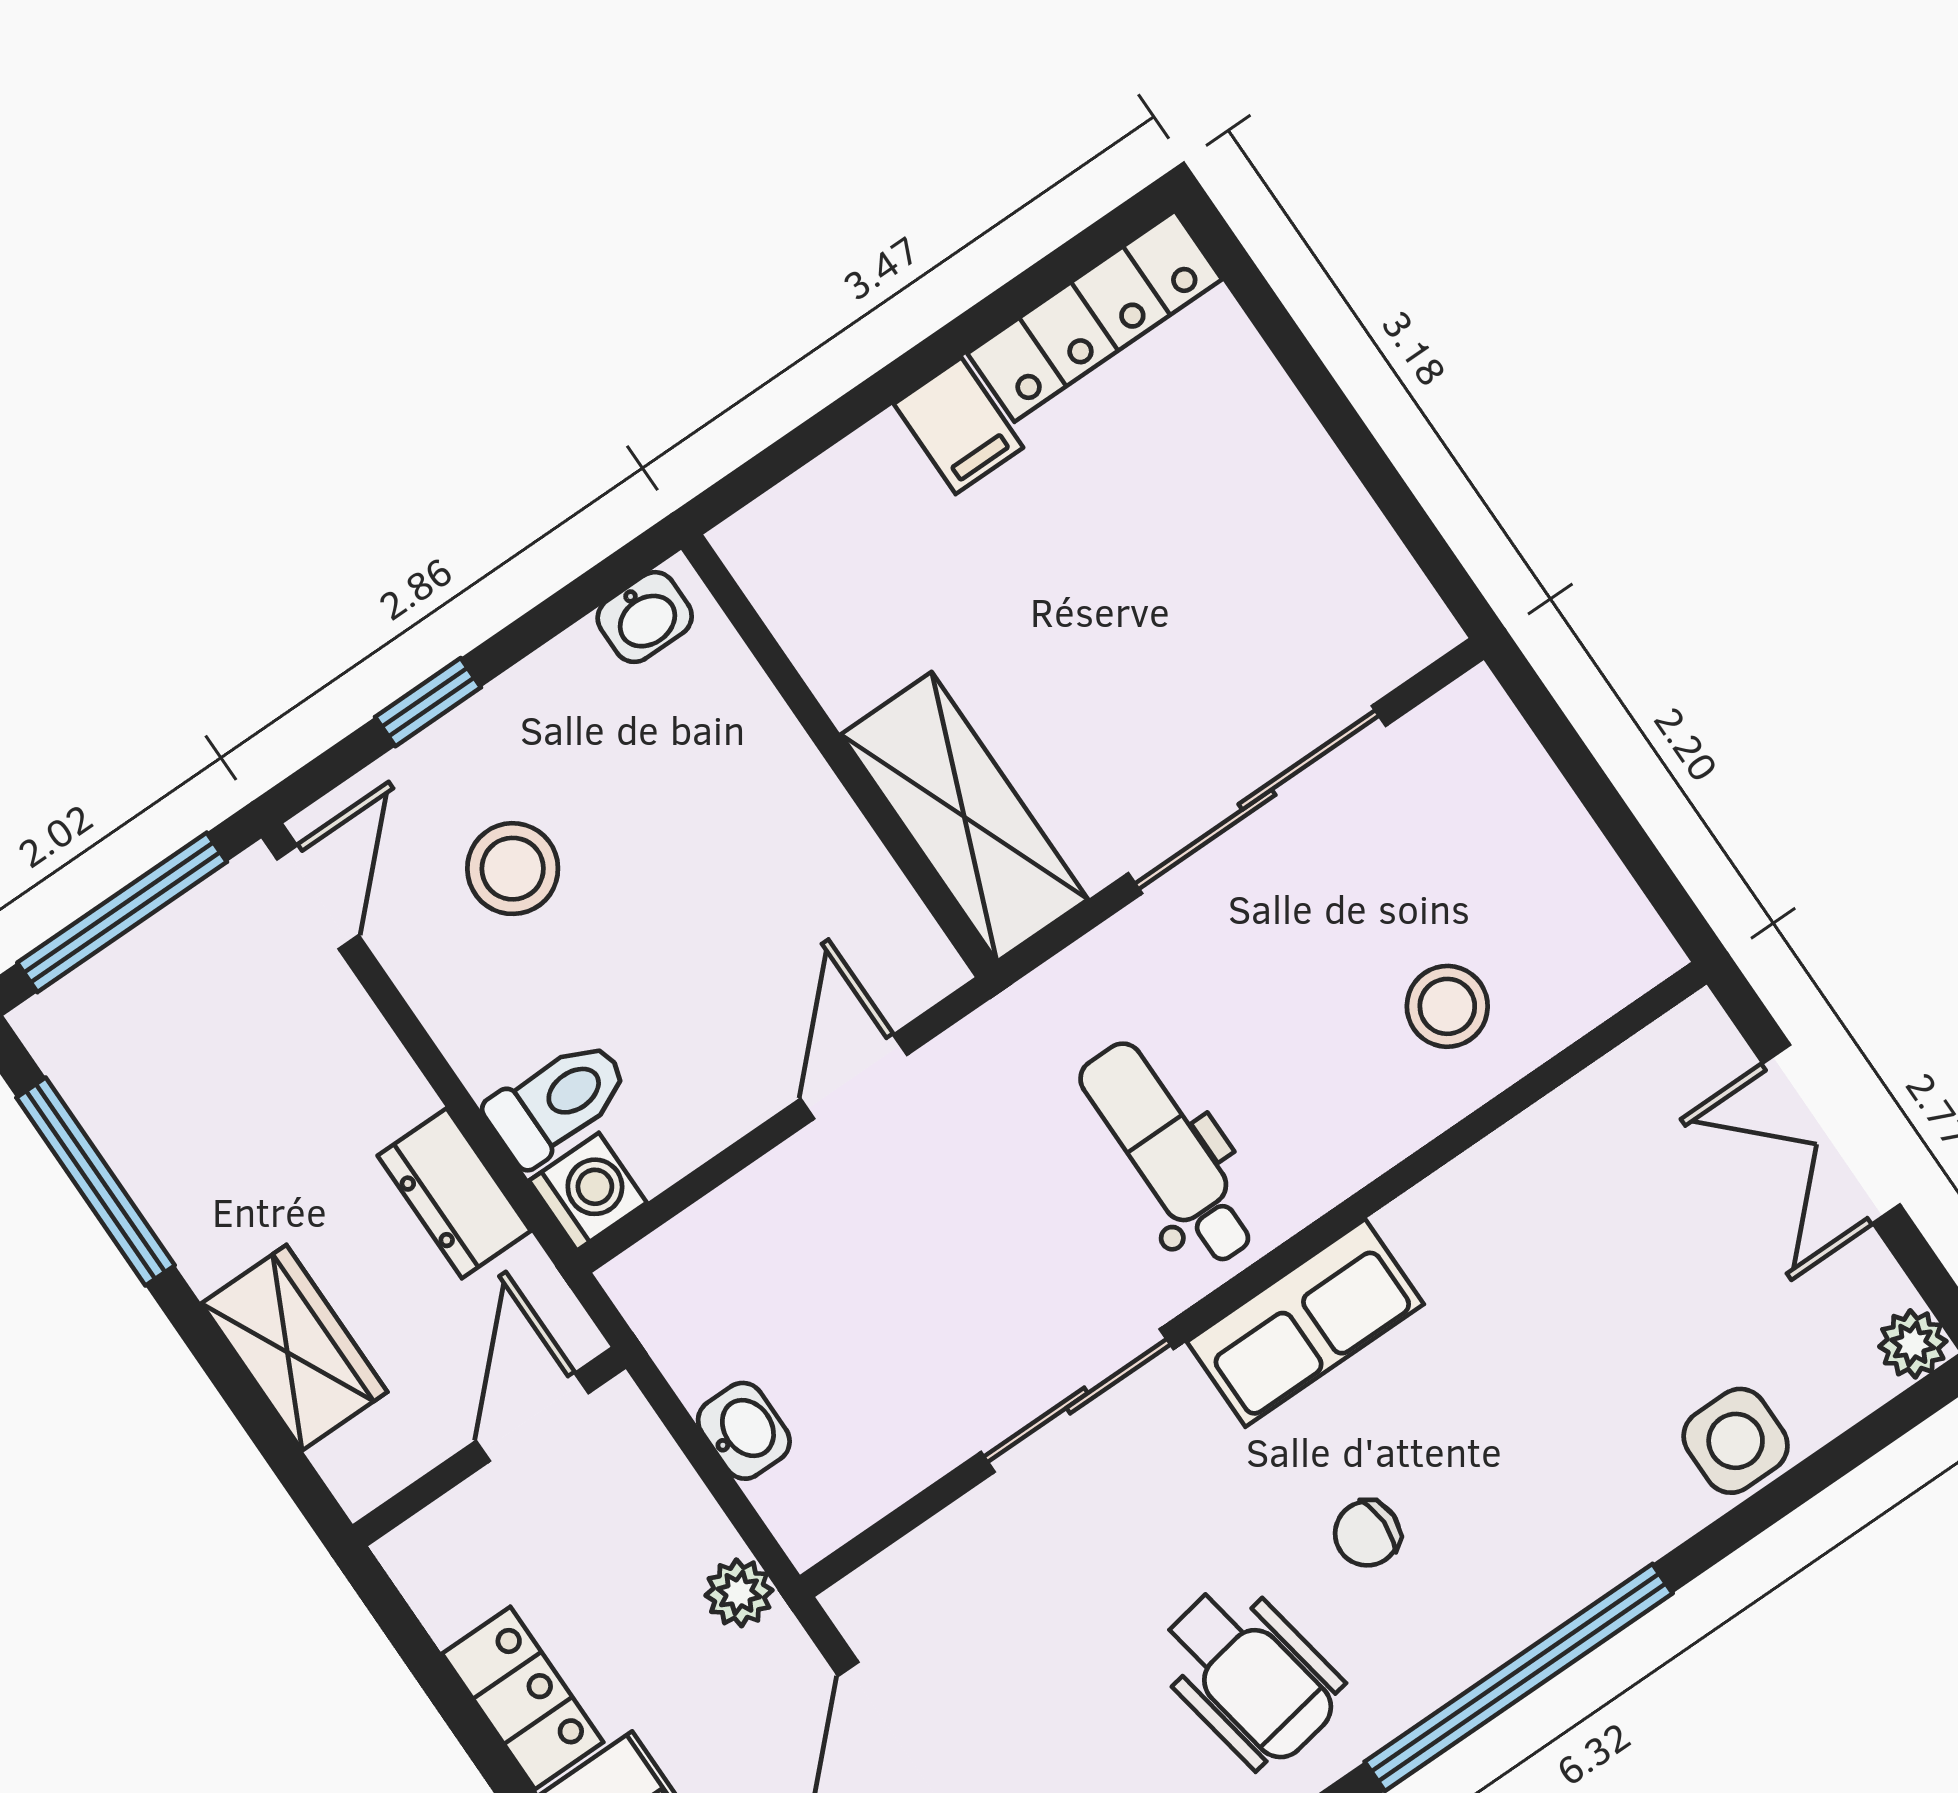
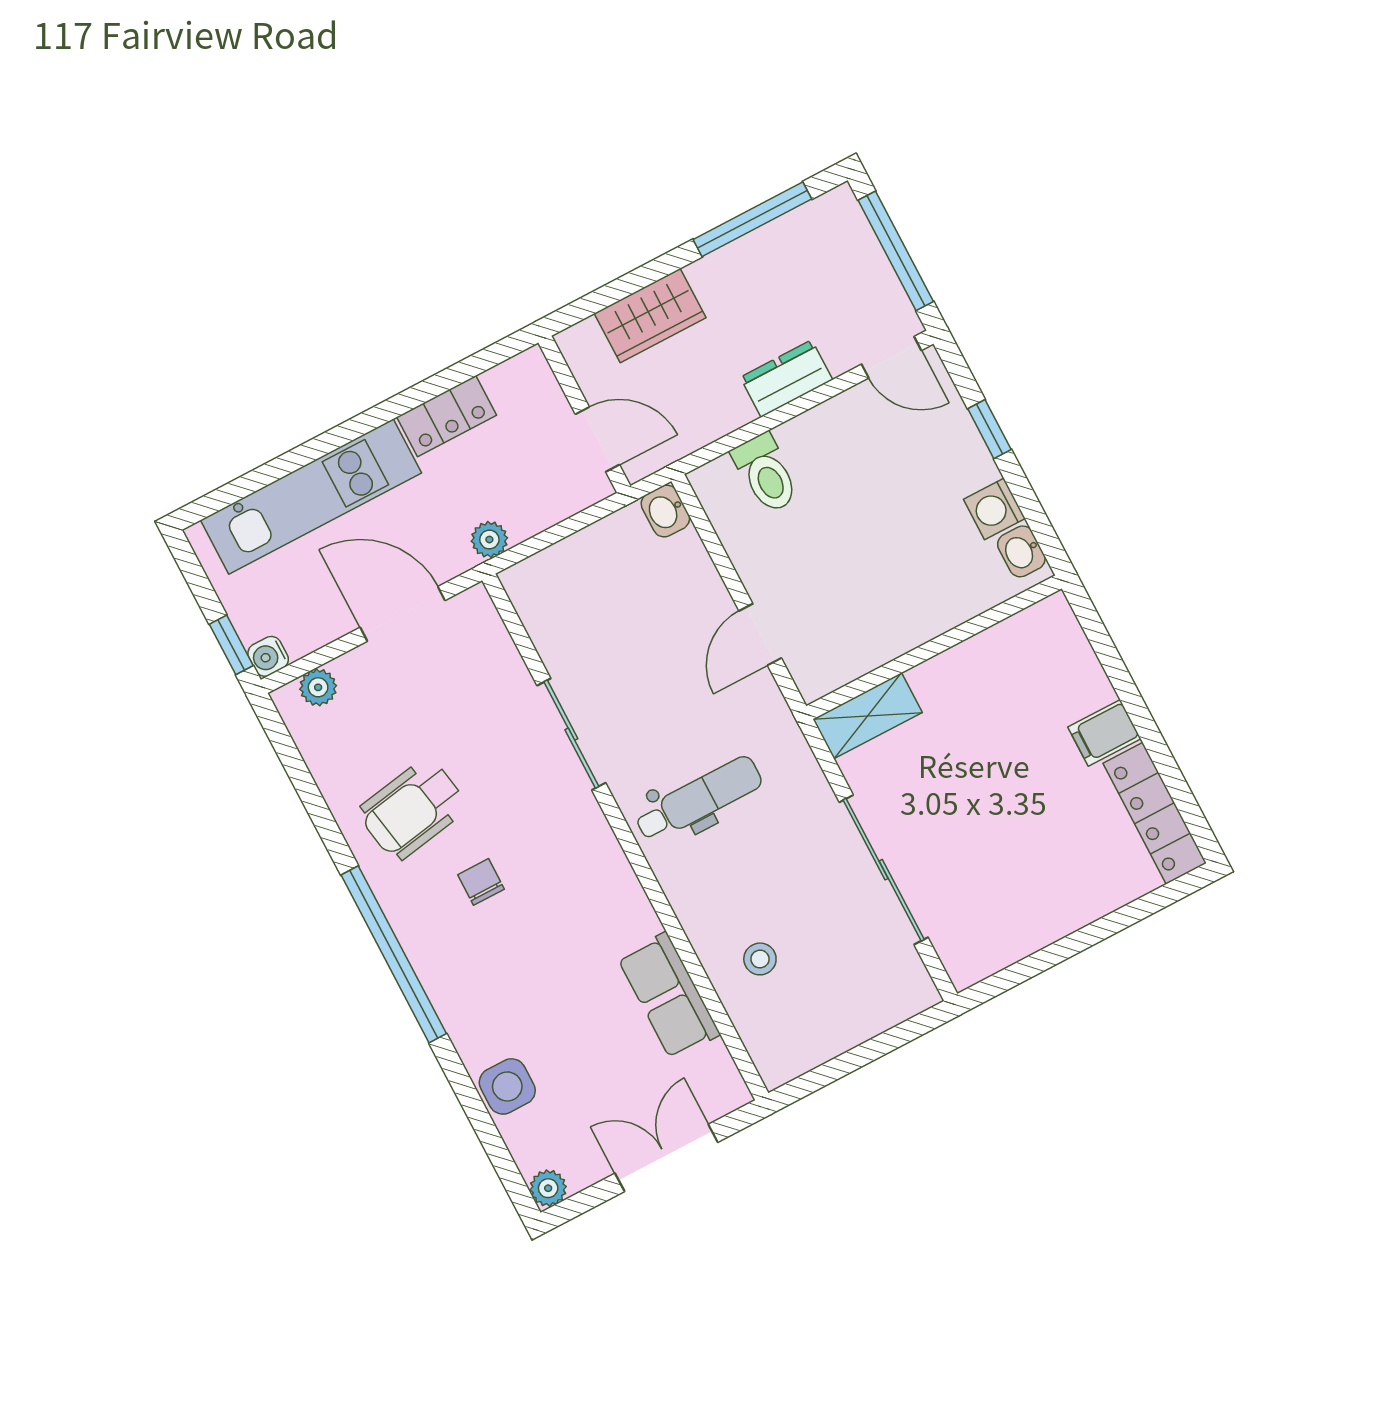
shelving: (964, 817) -> (868, 716), width x0.67, depth x0.75
stool: (513, 869) -> (894, 464), removed
stool: (1447, 1006) -> (760, 959), width x0.73, depth x0.73
door: (854, 1077) -> (760, 635), swing flipped
washing machine: (588, 1192) -> (994, 509), moved, turned 90
dresser: (454, 1193) -> (786, 378), moved
row of seats: (1305, 1323) -> (669, 996), moved
washbasin: (744, 1431) -> (665, 511), moved, turned 90

